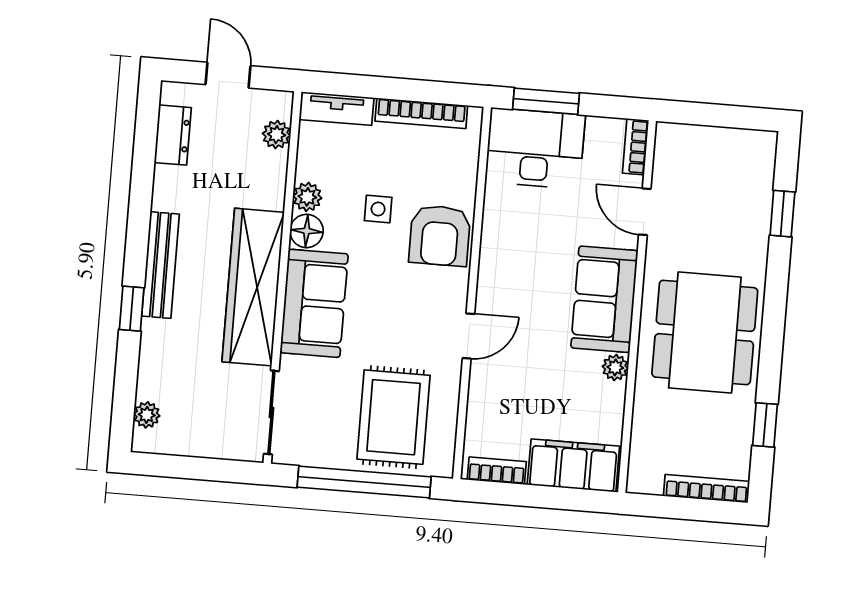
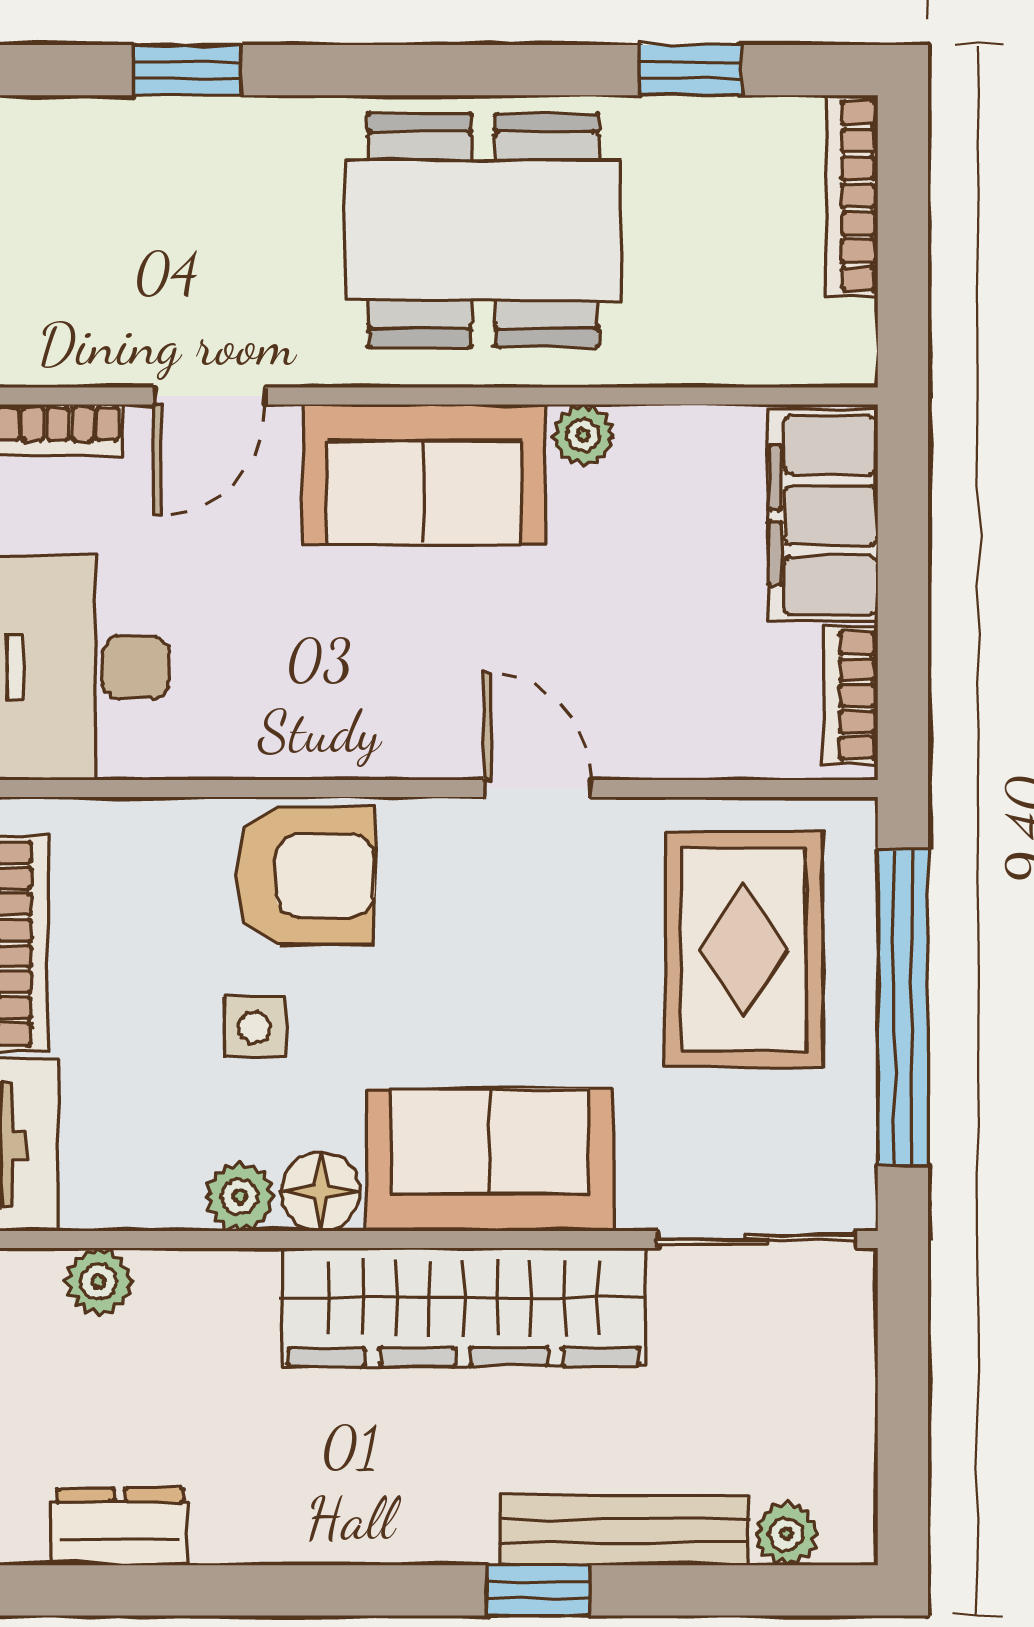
bench: (160, 265) -> (624, 1530), moved
rug: (393, 417) -> (744, 950), turned 90

